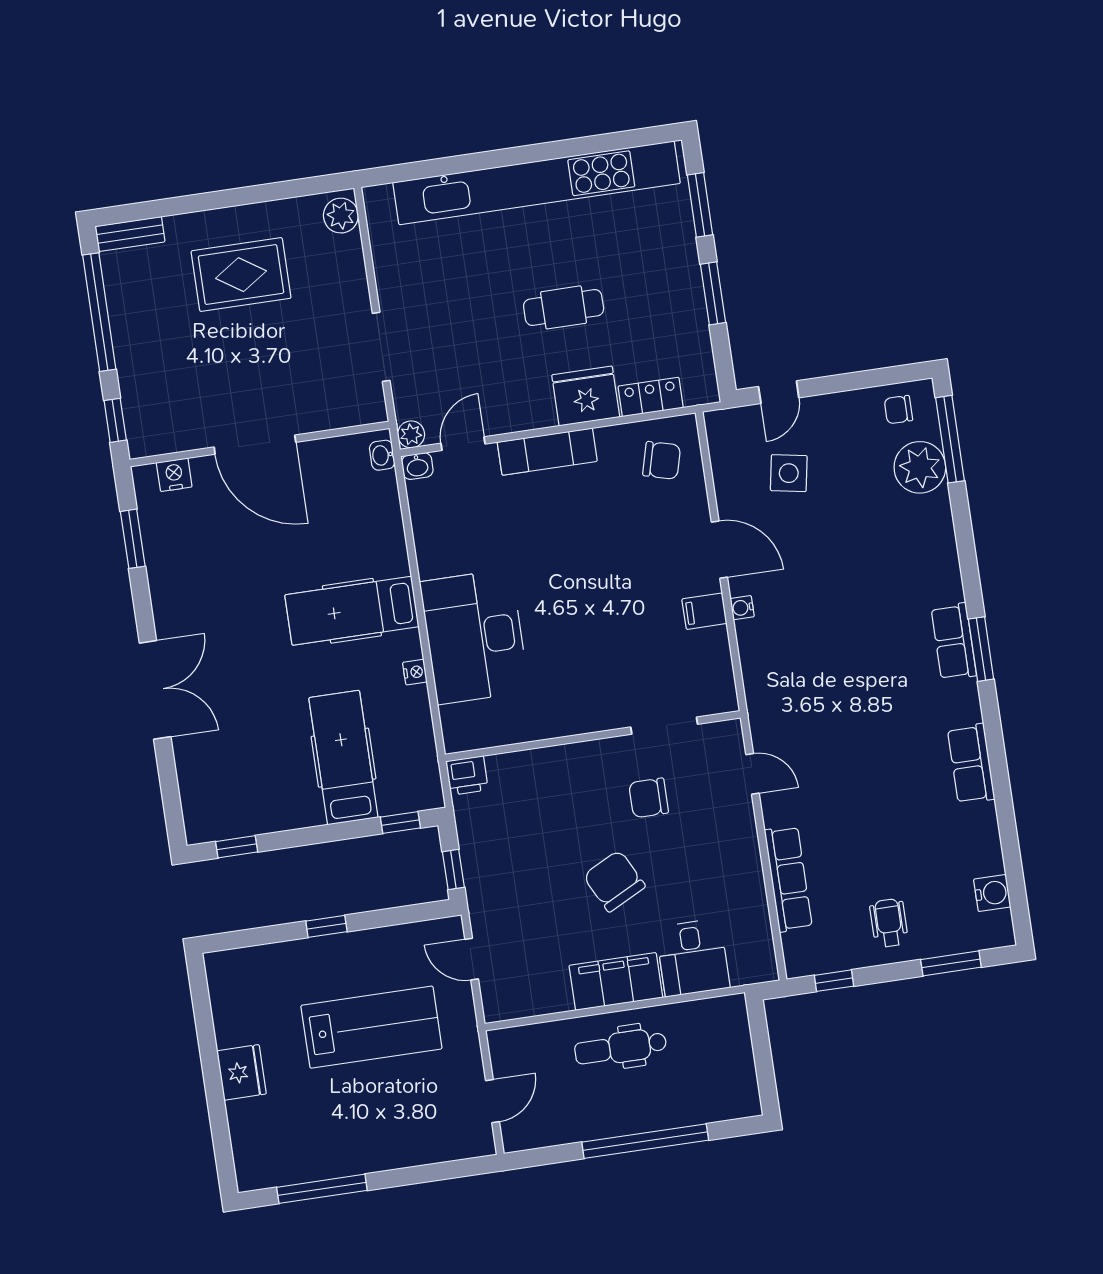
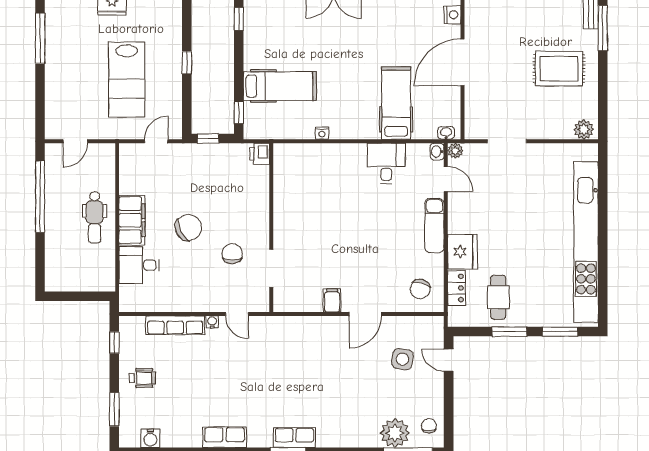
window: (159, 208) -> (603, 28), added
rug: (241, 275) -> (559, 69), turned 90
cafe table: (564, 307) -> (498, 297), moved
water cooler: (742, 608) -> (212, 322), moved
hospital bed: (352, 611) -> (396, 103), moved
desk: (474, 637) -> (386, 163), moved, width x0.53, depth x0.77
door: (753, 774) -> (237, 314), hinge flipped
dental chair: (621, 1048) -> (95, 217), turned 180
door: (493, 1101) -> (75, 141), hinge flipped
window: (645, 1141) -> (40, 197), moved

